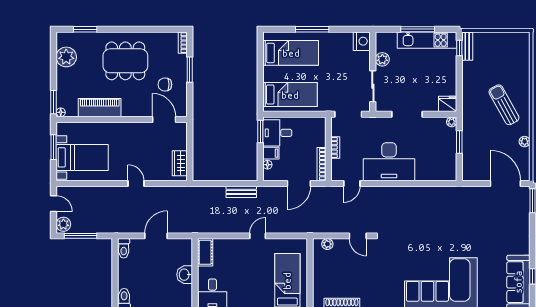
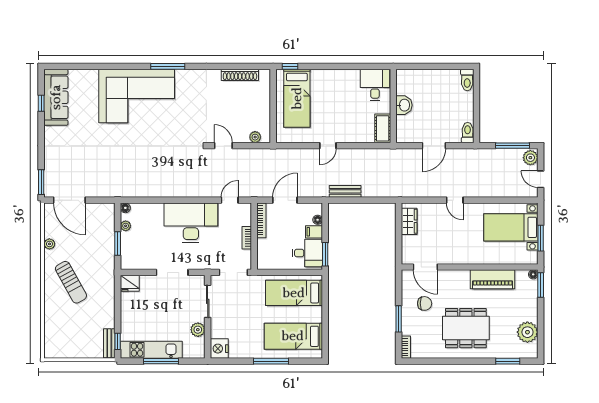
plant: (452, 122) -> (126, 226), moved
floor lamp: (452, 176) -> (125, 208), added

